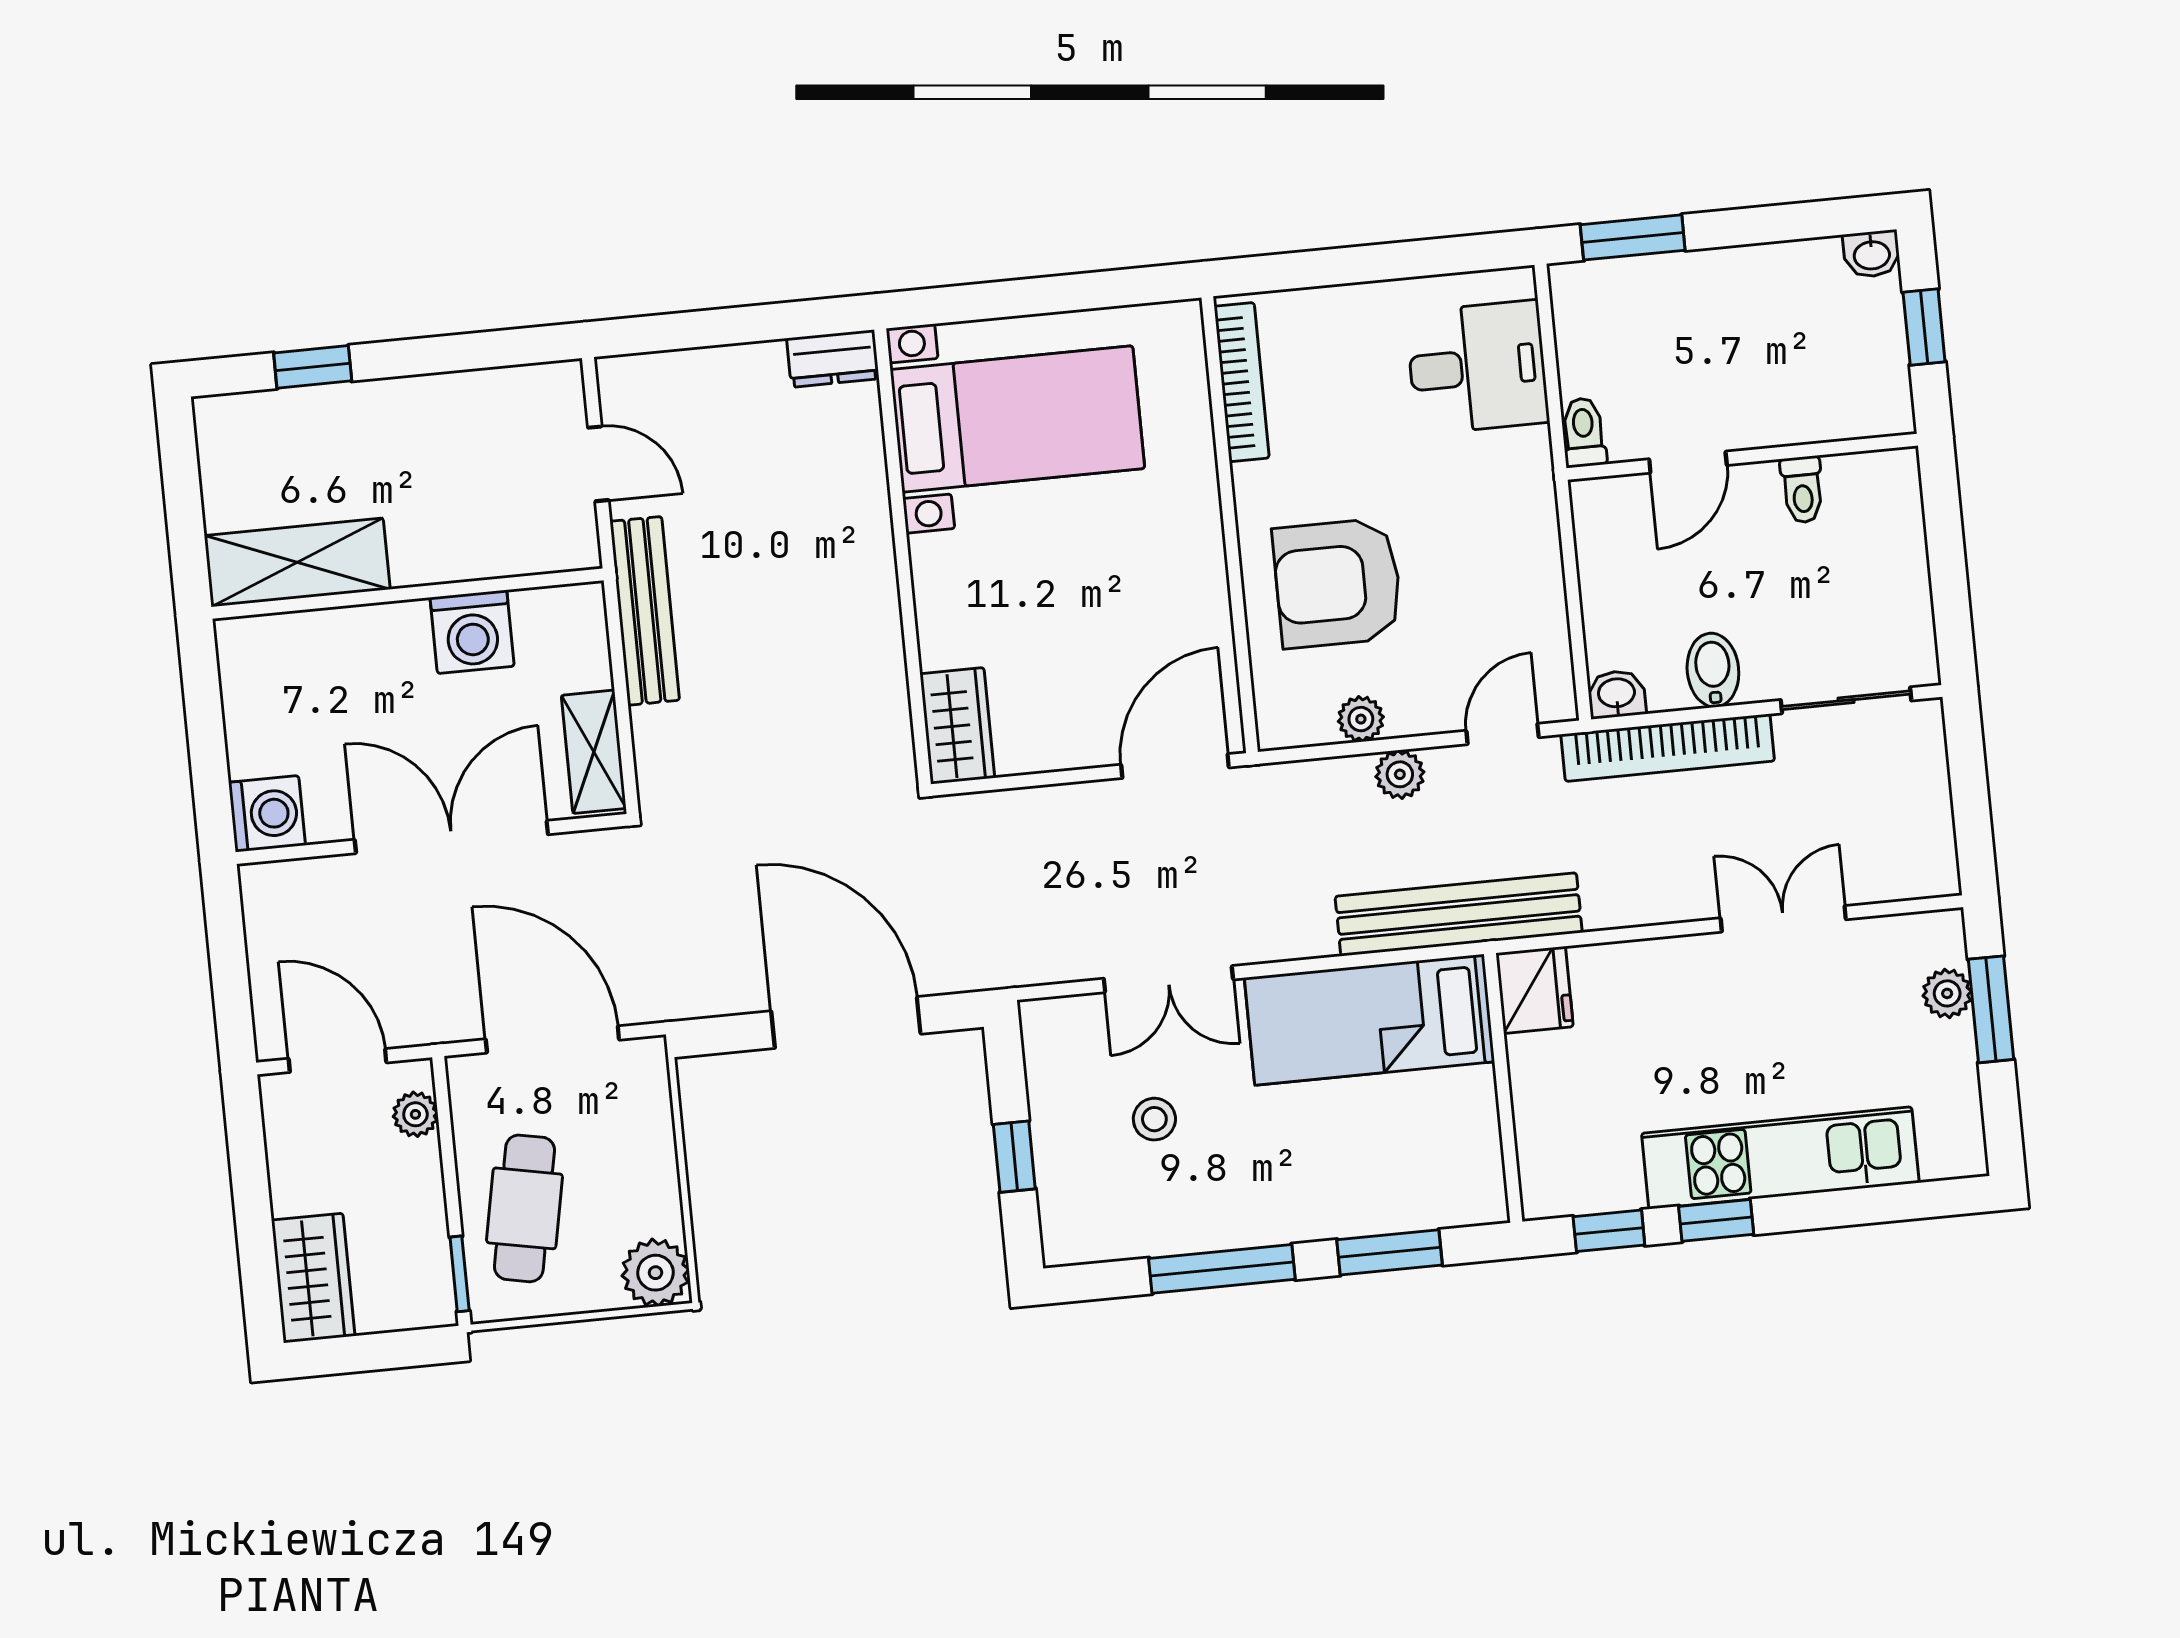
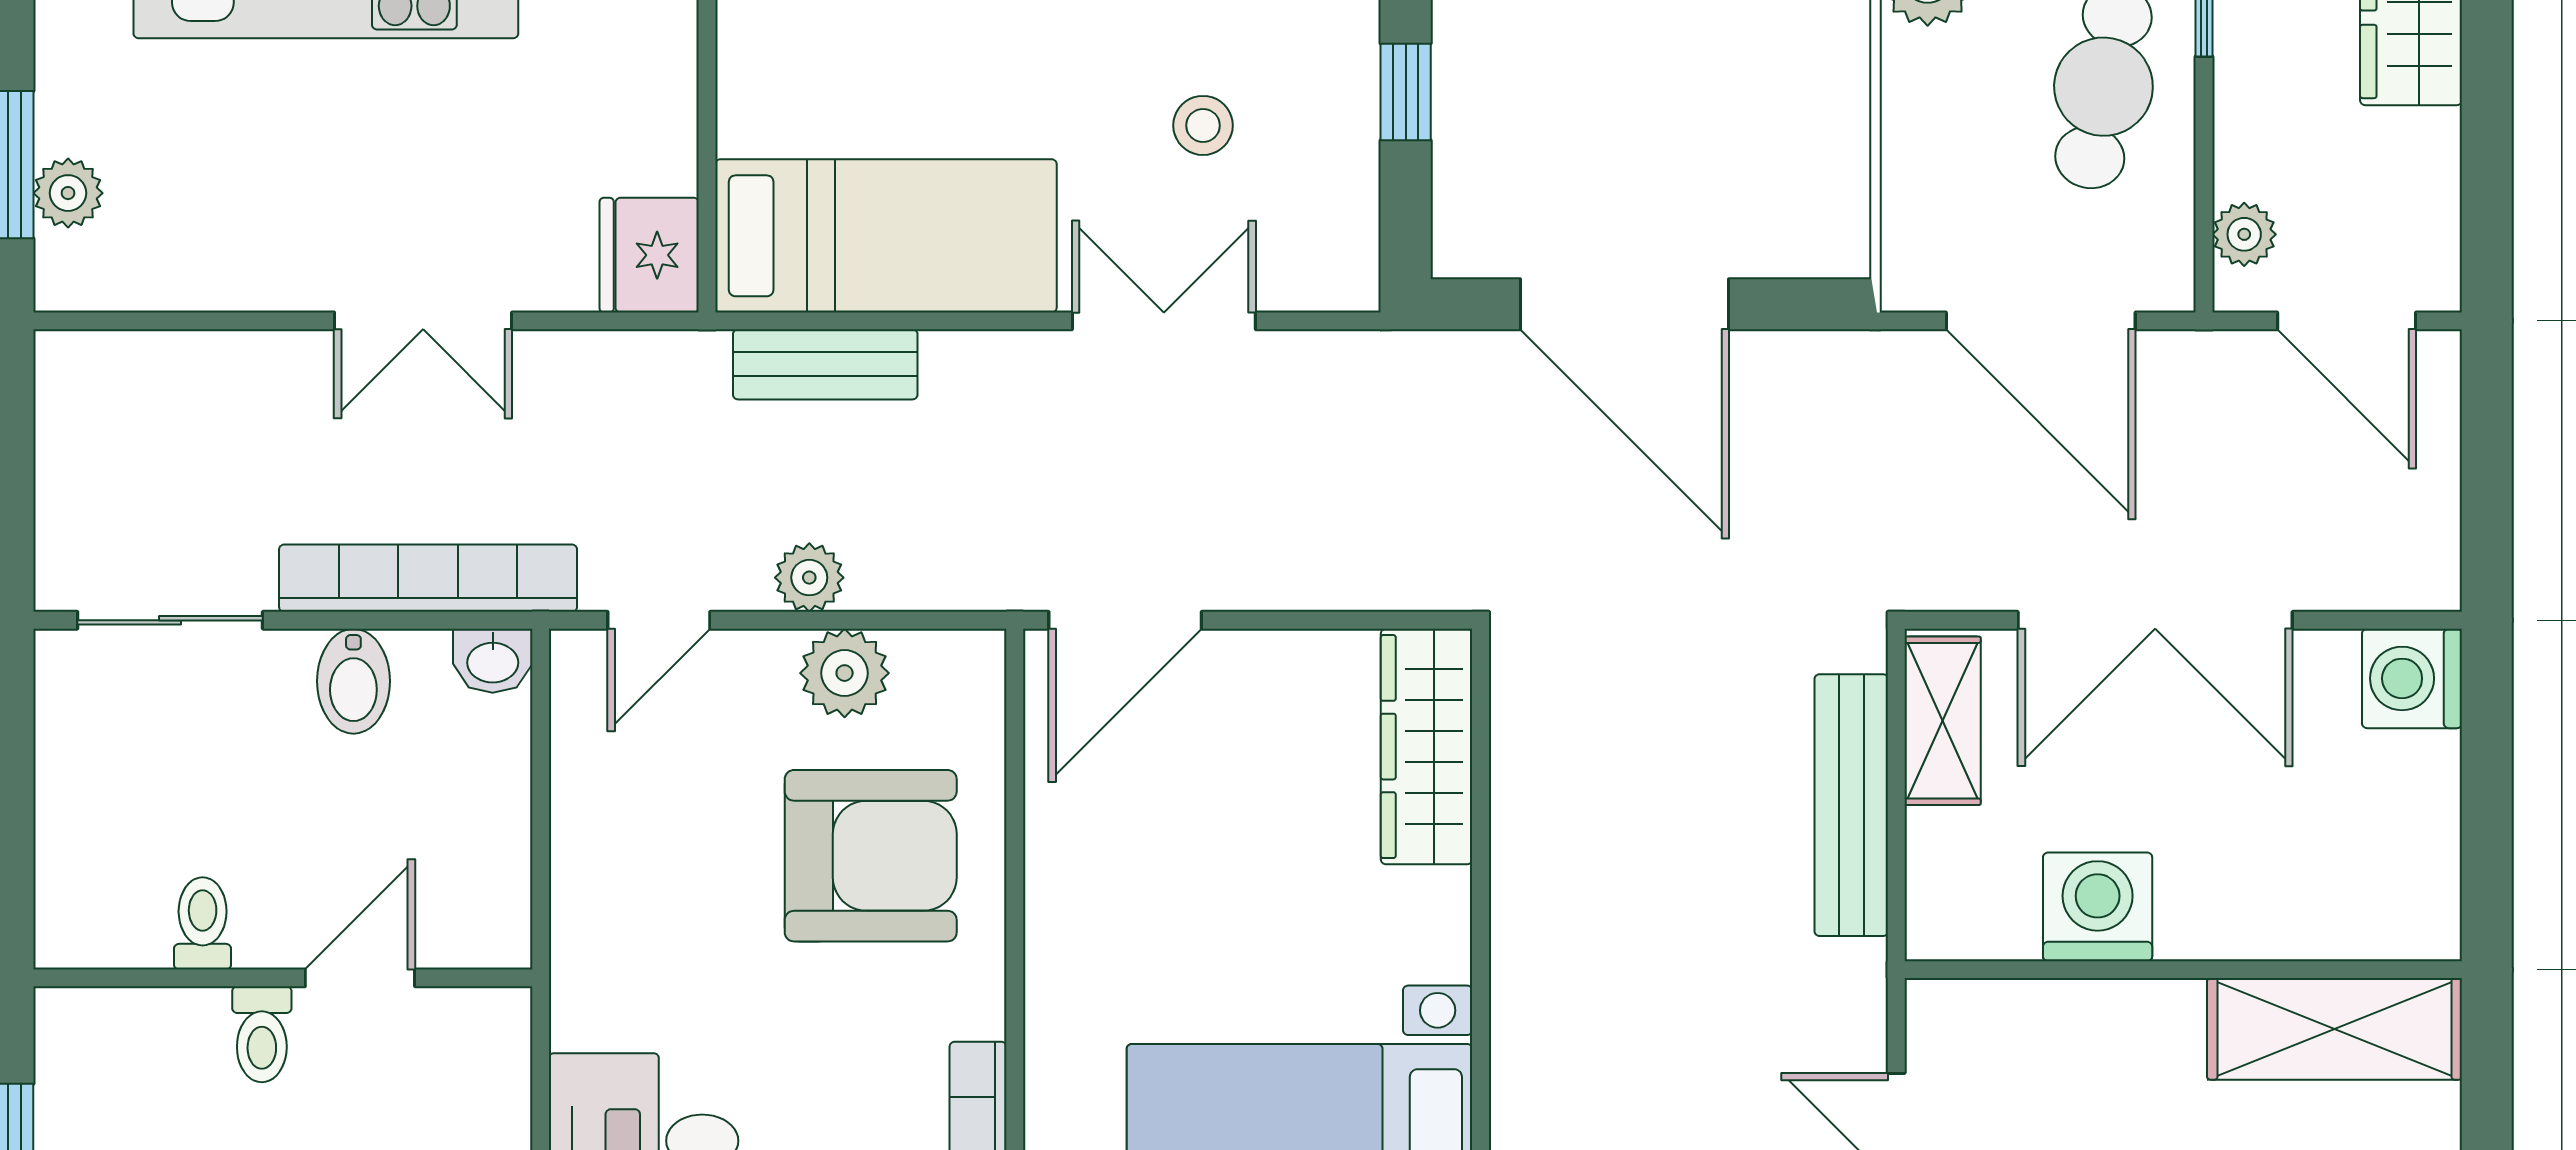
toilet: (1584, 432) -> (262, 1034), moved
bench: (645, 611) -> (1851, 805), moved
plant: (1361, 719) -> (845, 673), width x1.38, depth x1.38
wardrobe: (957, 726) -> (1427, 747), width x1.50
bench: (1459, 914) -> (825, 364), width x0.54, depth x0.82
double door: (1783, 919) -> (423, 321), moved

